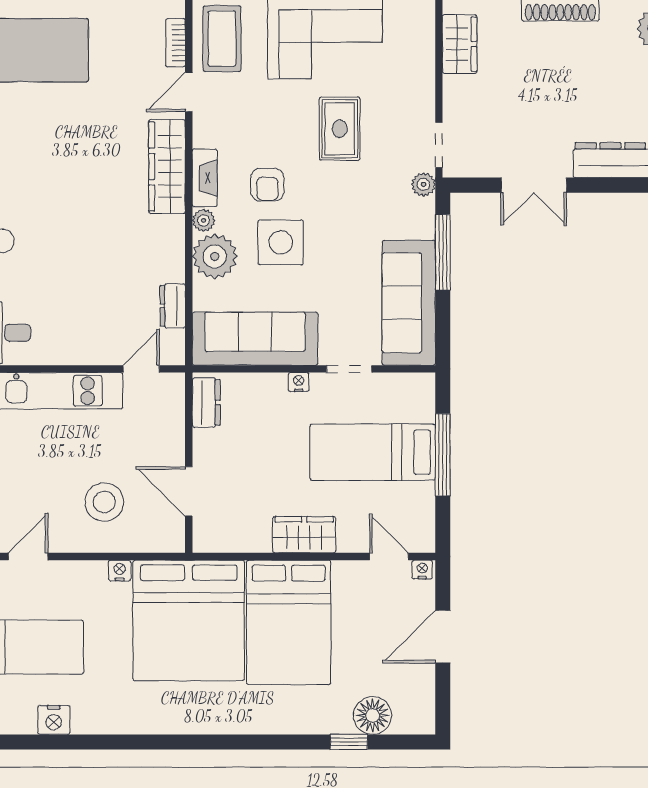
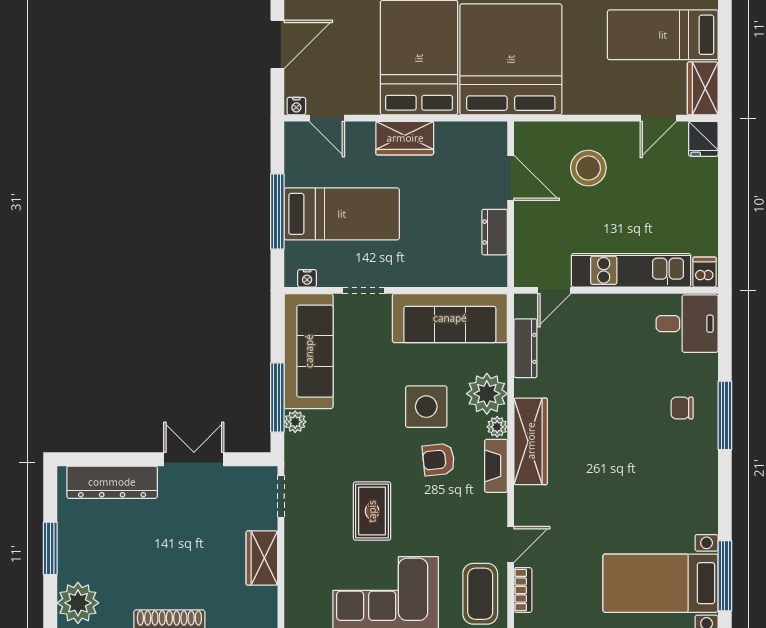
wardrobe: (460, 44) -> (262, 558), moved
wardrobe: (167, 167) -> (531, 441), moved
plant: (423, 184) -> (295, 422), moved
armchair: (267, 185) -> (438, 460), turned -96
dresser: (173, 306) -> (525, 348), width x1.44
nightstand: (299, 382) -> (307, 278), moved
dresser: (206, 402) -> (495, 232), moved
nightstand: (120, 570) -> (574, 105), removed

